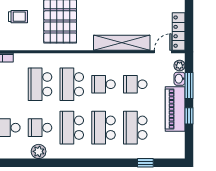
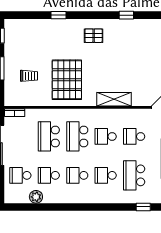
shelving: (122, 43) -> (114, 99), width x0.68
school desk: (72, 128) -> (77, 175), width x0.54
school desk: (103, 128) -> (106, 175), width x0.54
plant: (39, 151) -> (36, 197), moved

